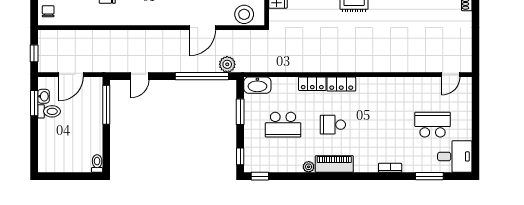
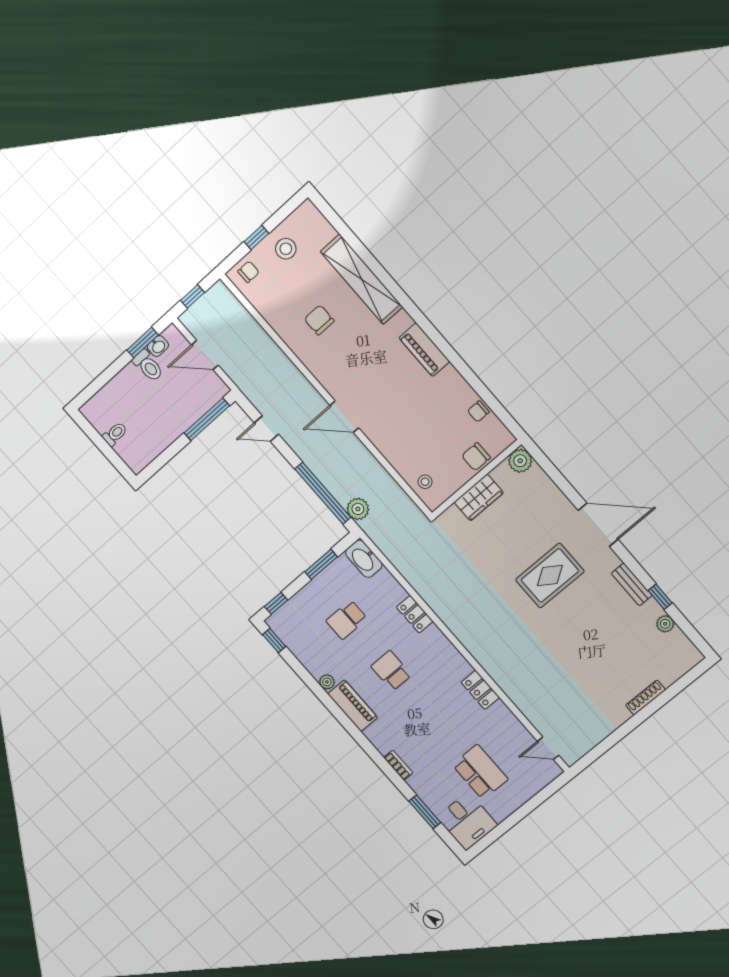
stool: (244, 14) -> (425, 482), width x0.53, depth x0.53
door: (202, 28) -> (344, 417), moved
locker: (341, 84) -> (480, 690), moved
school desk: (283, 125) -> (347, 620), width x0.54
toilet: (97, 164) -> (115, 434), moved

